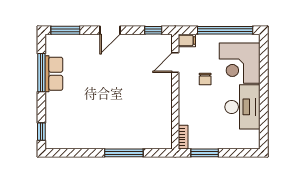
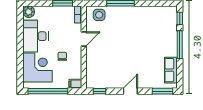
door: (175, 63) -> (84, 39), moved
window: (41, 73) -> (180, 45), moved
row of seats: (54, 74) -> (171, 70), moved
side table: (154, 137) -> (99, 15), added
plant: (252, 141) -> (29, 12), added

